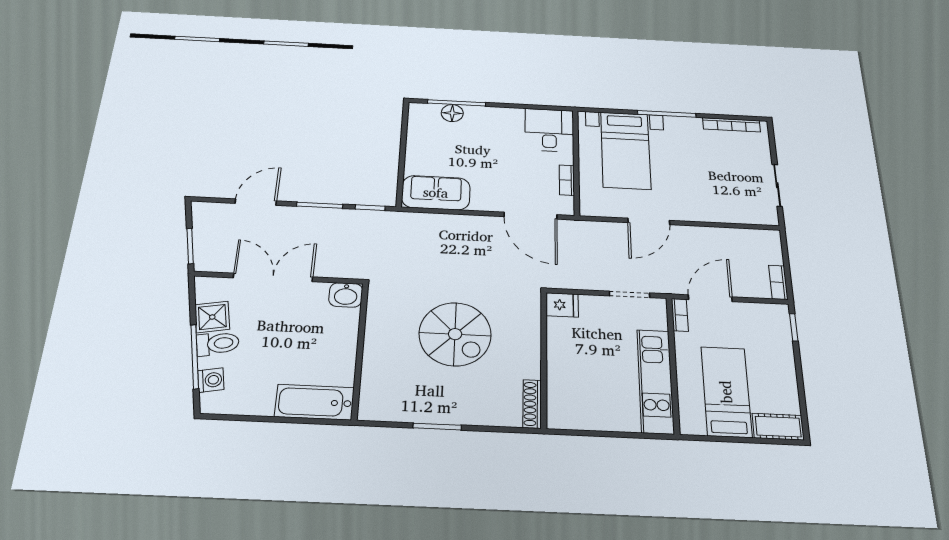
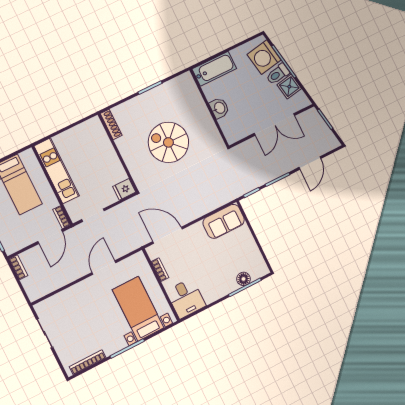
washbasin: (346, 295) -> (219, 108), moved, turned 90
washing machine: (211, 380) -> (264, 57), width x1.89, depth x1.89

